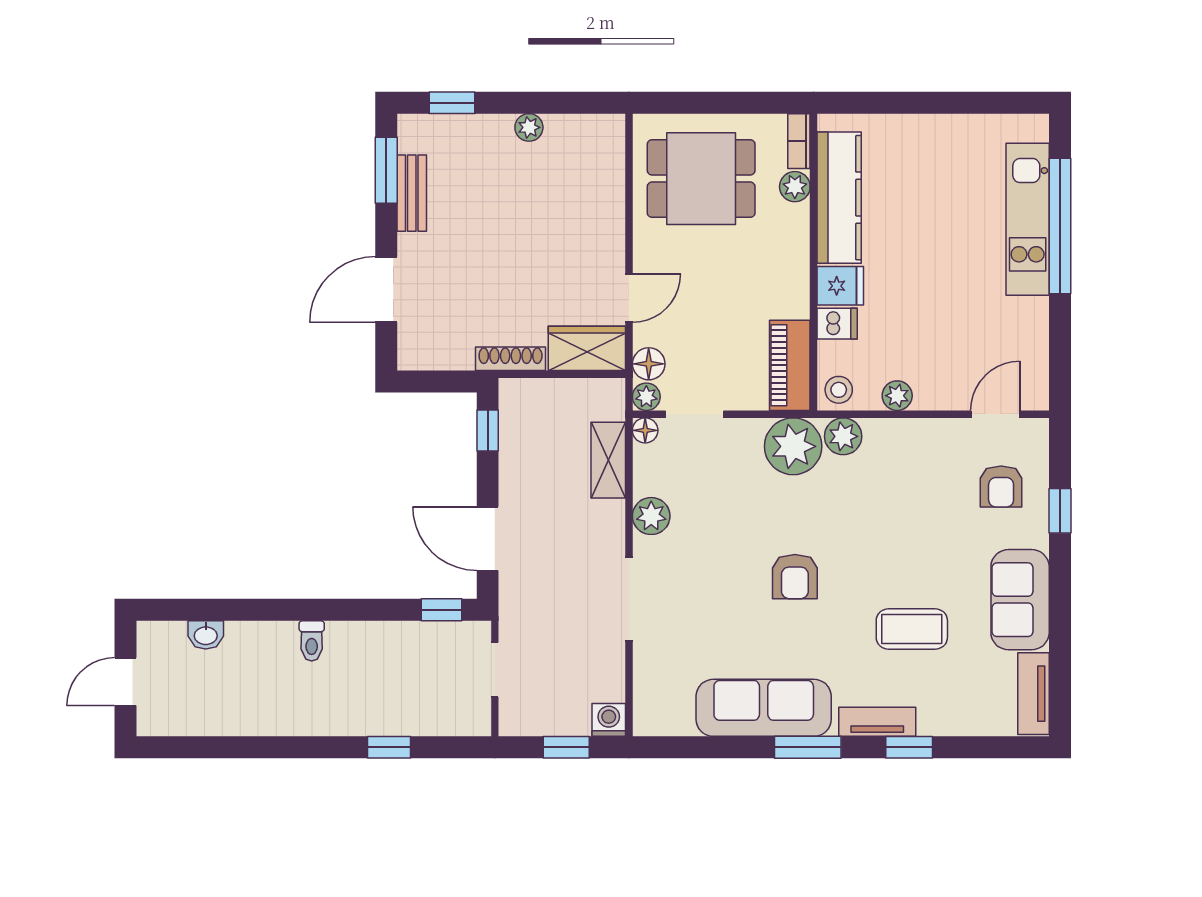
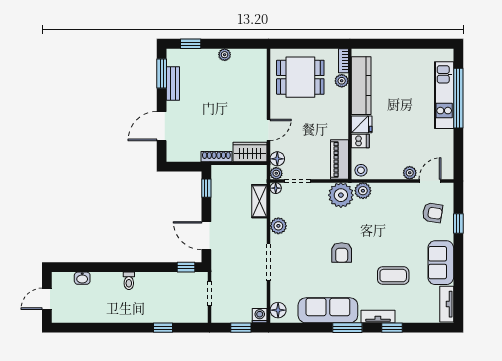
plant: (897, 396) -> (410, 173), moved
armchair: (1001, 486) -> (432, 213), turned -81
floor lamp: (650, 707) -> (278, 310), added

